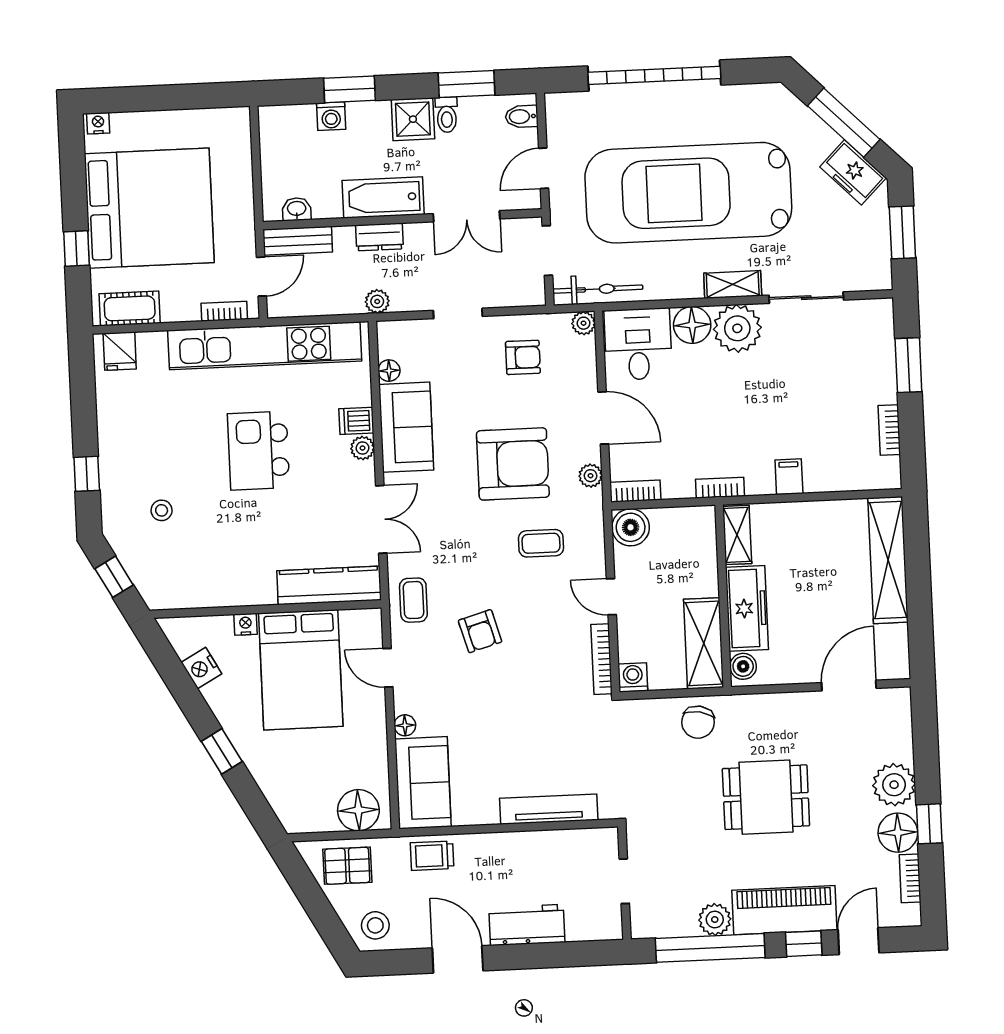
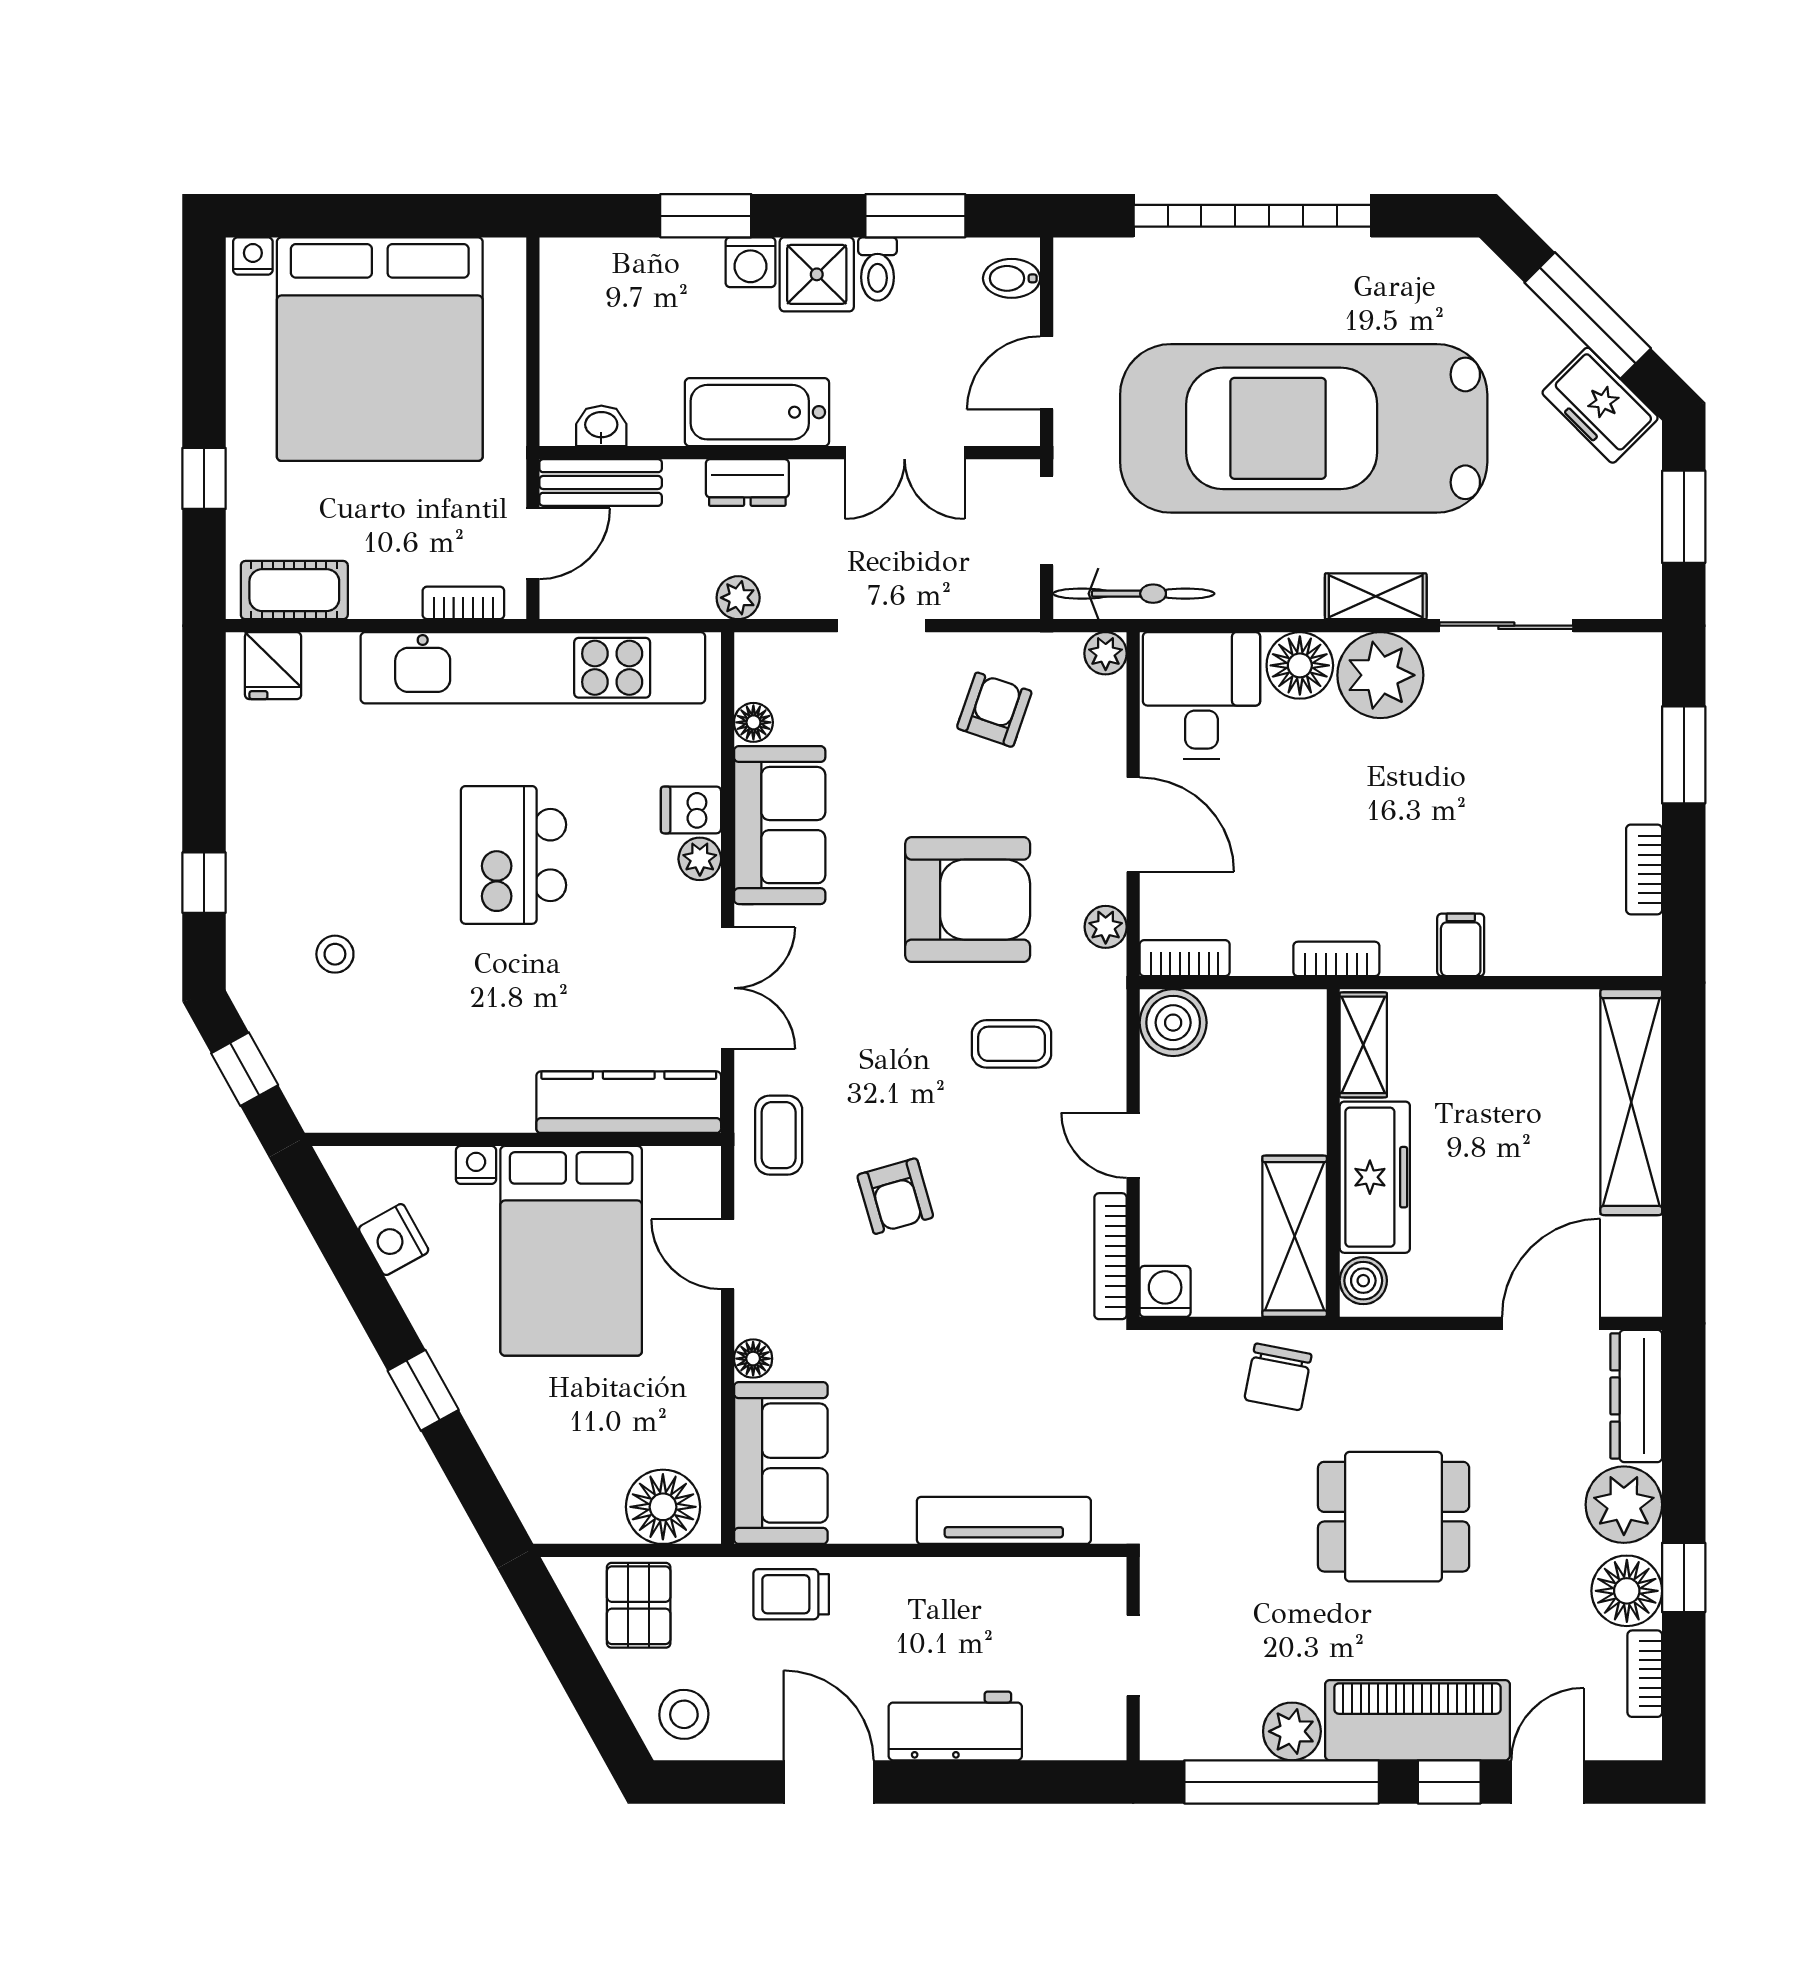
washing machine: (331, 116) -> (751, 262), moved
bed: (149, 208) -> (380, 349), moved, turned 90
armchair: (523, 357) -> (994, 710), turned -71
dresser: (898, 724) -> (1636, 1396), added
pallet: (347, 866) -> (639, 1605), turned 90

